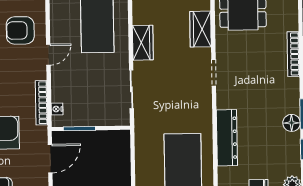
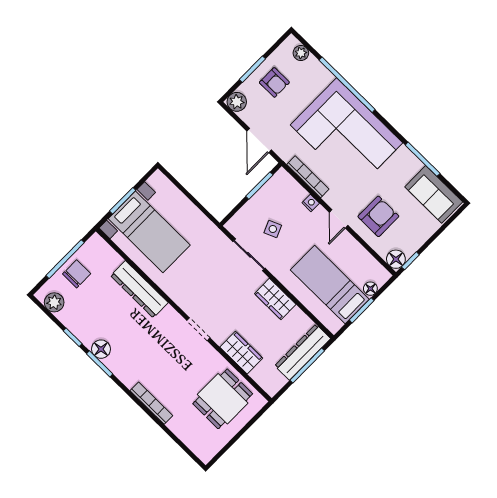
side table: (99, 91) -> (273, 229), added
nightstand: (57, 109) -> (311, 203), moved

